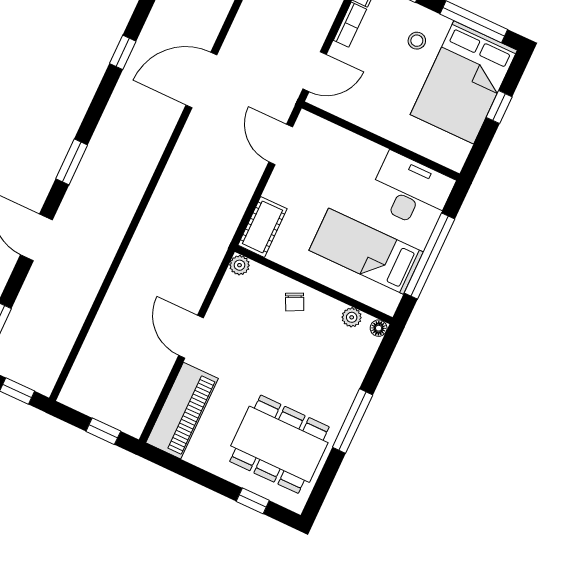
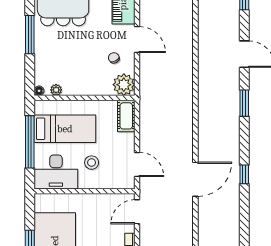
stool: (349, 180) -> (92, 163), added
plant: (239, 265) -> (124, 85), width x1.87, depth x1.87
chair: (295, 302) -> (114, 58), moved

